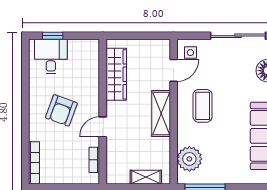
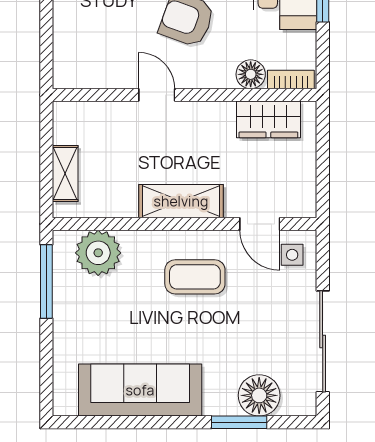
wardrobe: (116, 74) -> (268, 119), width x0.67
floor lamp: (91, 75) -> (251, 74), added
bookcase: (94, 160) -> (291, 80), moved

